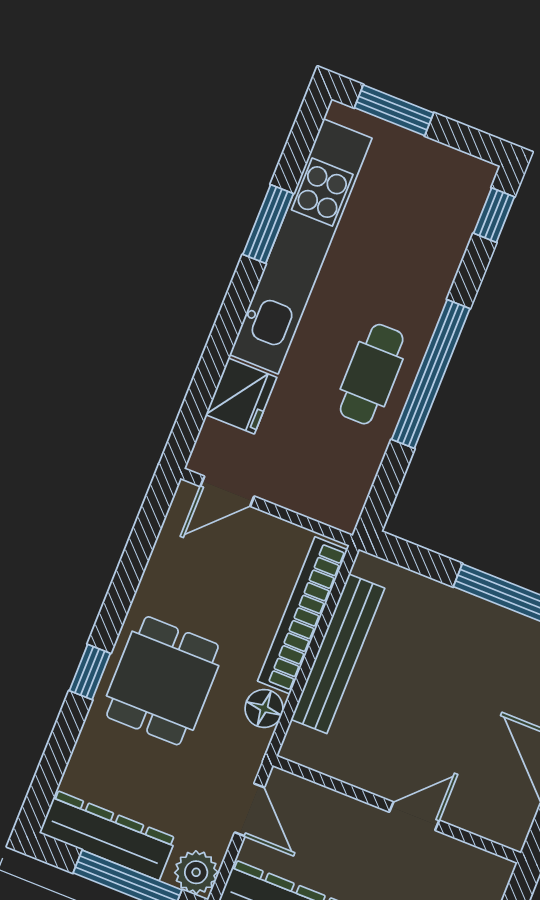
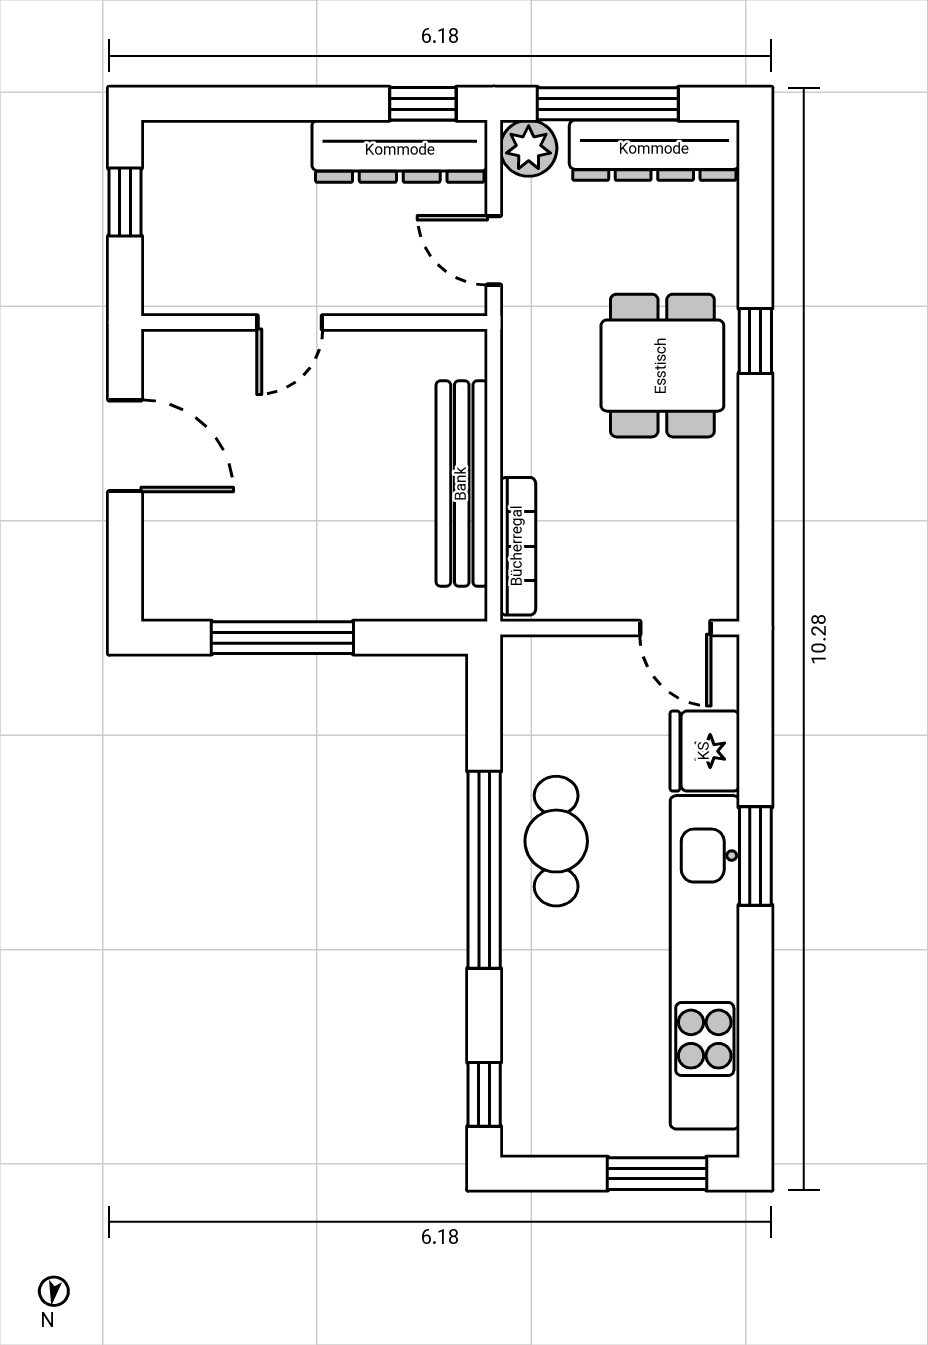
window: (268, 224) -> (755, 856), moved
door: (227, 491) -> (675, 628), swing flipped
bookcase: (303, 615) -> (518, 546), width x0.68, depth x0.76
floor lamp: (264, 708) -> (525, 381), removed

